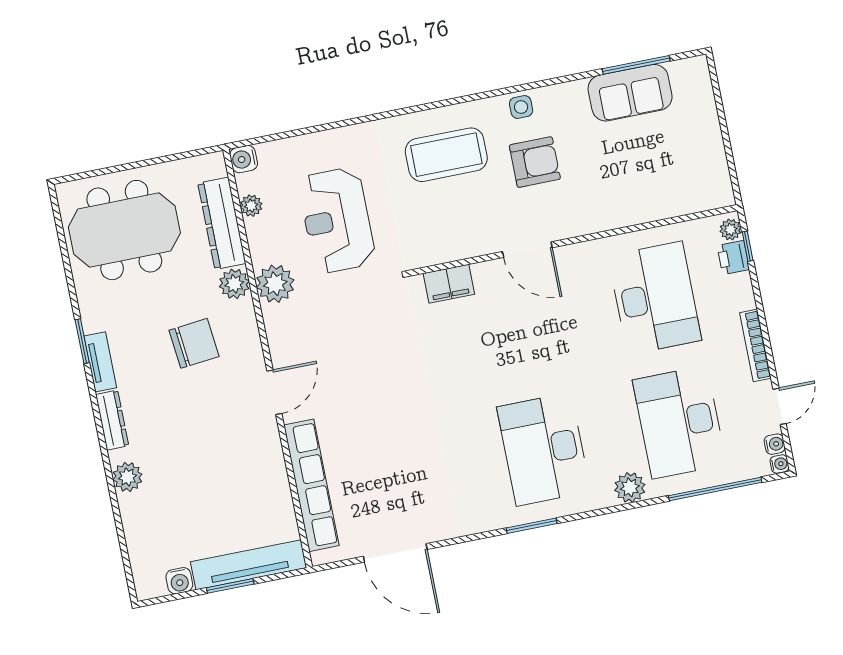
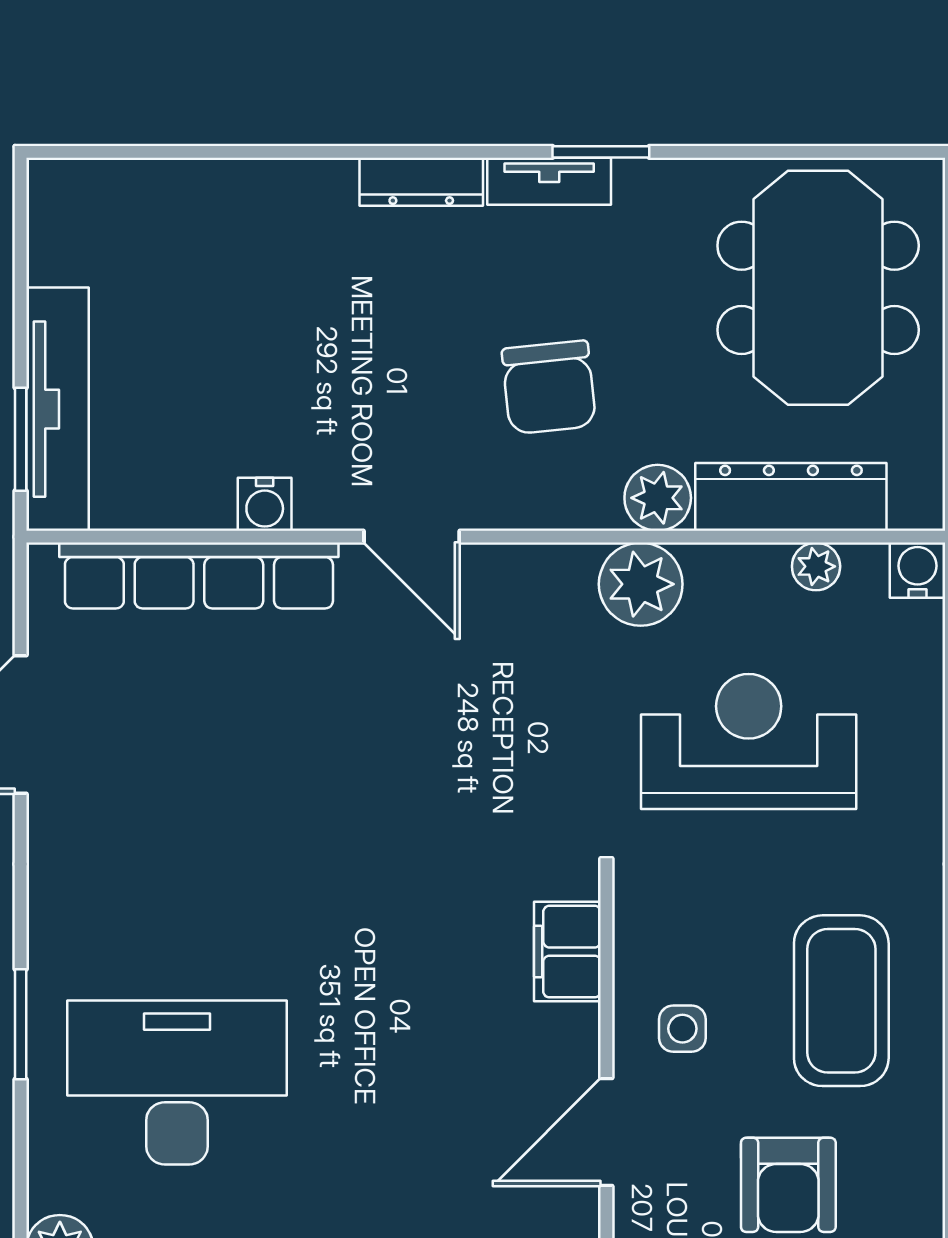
side table: (521, 107) -> (682, 1029), moved
plant: (127, 477) -> (294, 190), removed
water cooler: (179, 581) -> (265, 504), moved, turned -90
window: (230, 586) -> (21, 439), moved

